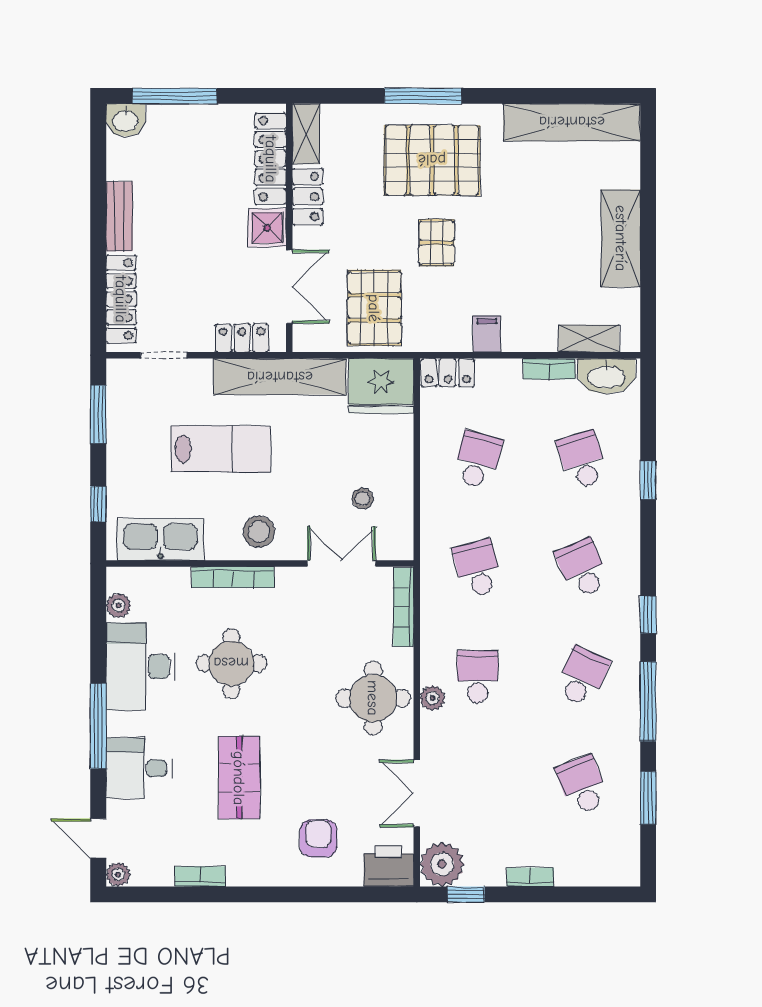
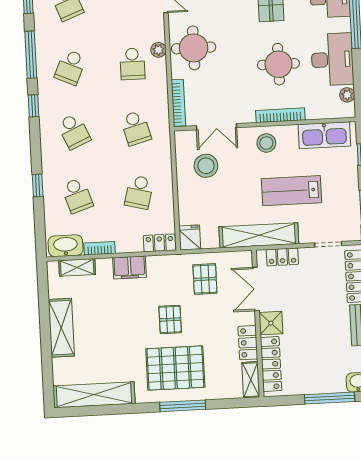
pallet: (374, 308) -> (205, 279), width x0.67, depth x0.71
filing cabinet: (487, 334) -> (129, 267), width x2.00
fridge: (381, 386) -> (190, 238), width x0.53, depth x0.75
stool: (363, 499) -> (206, 166), width x1.89, depth x1.89

